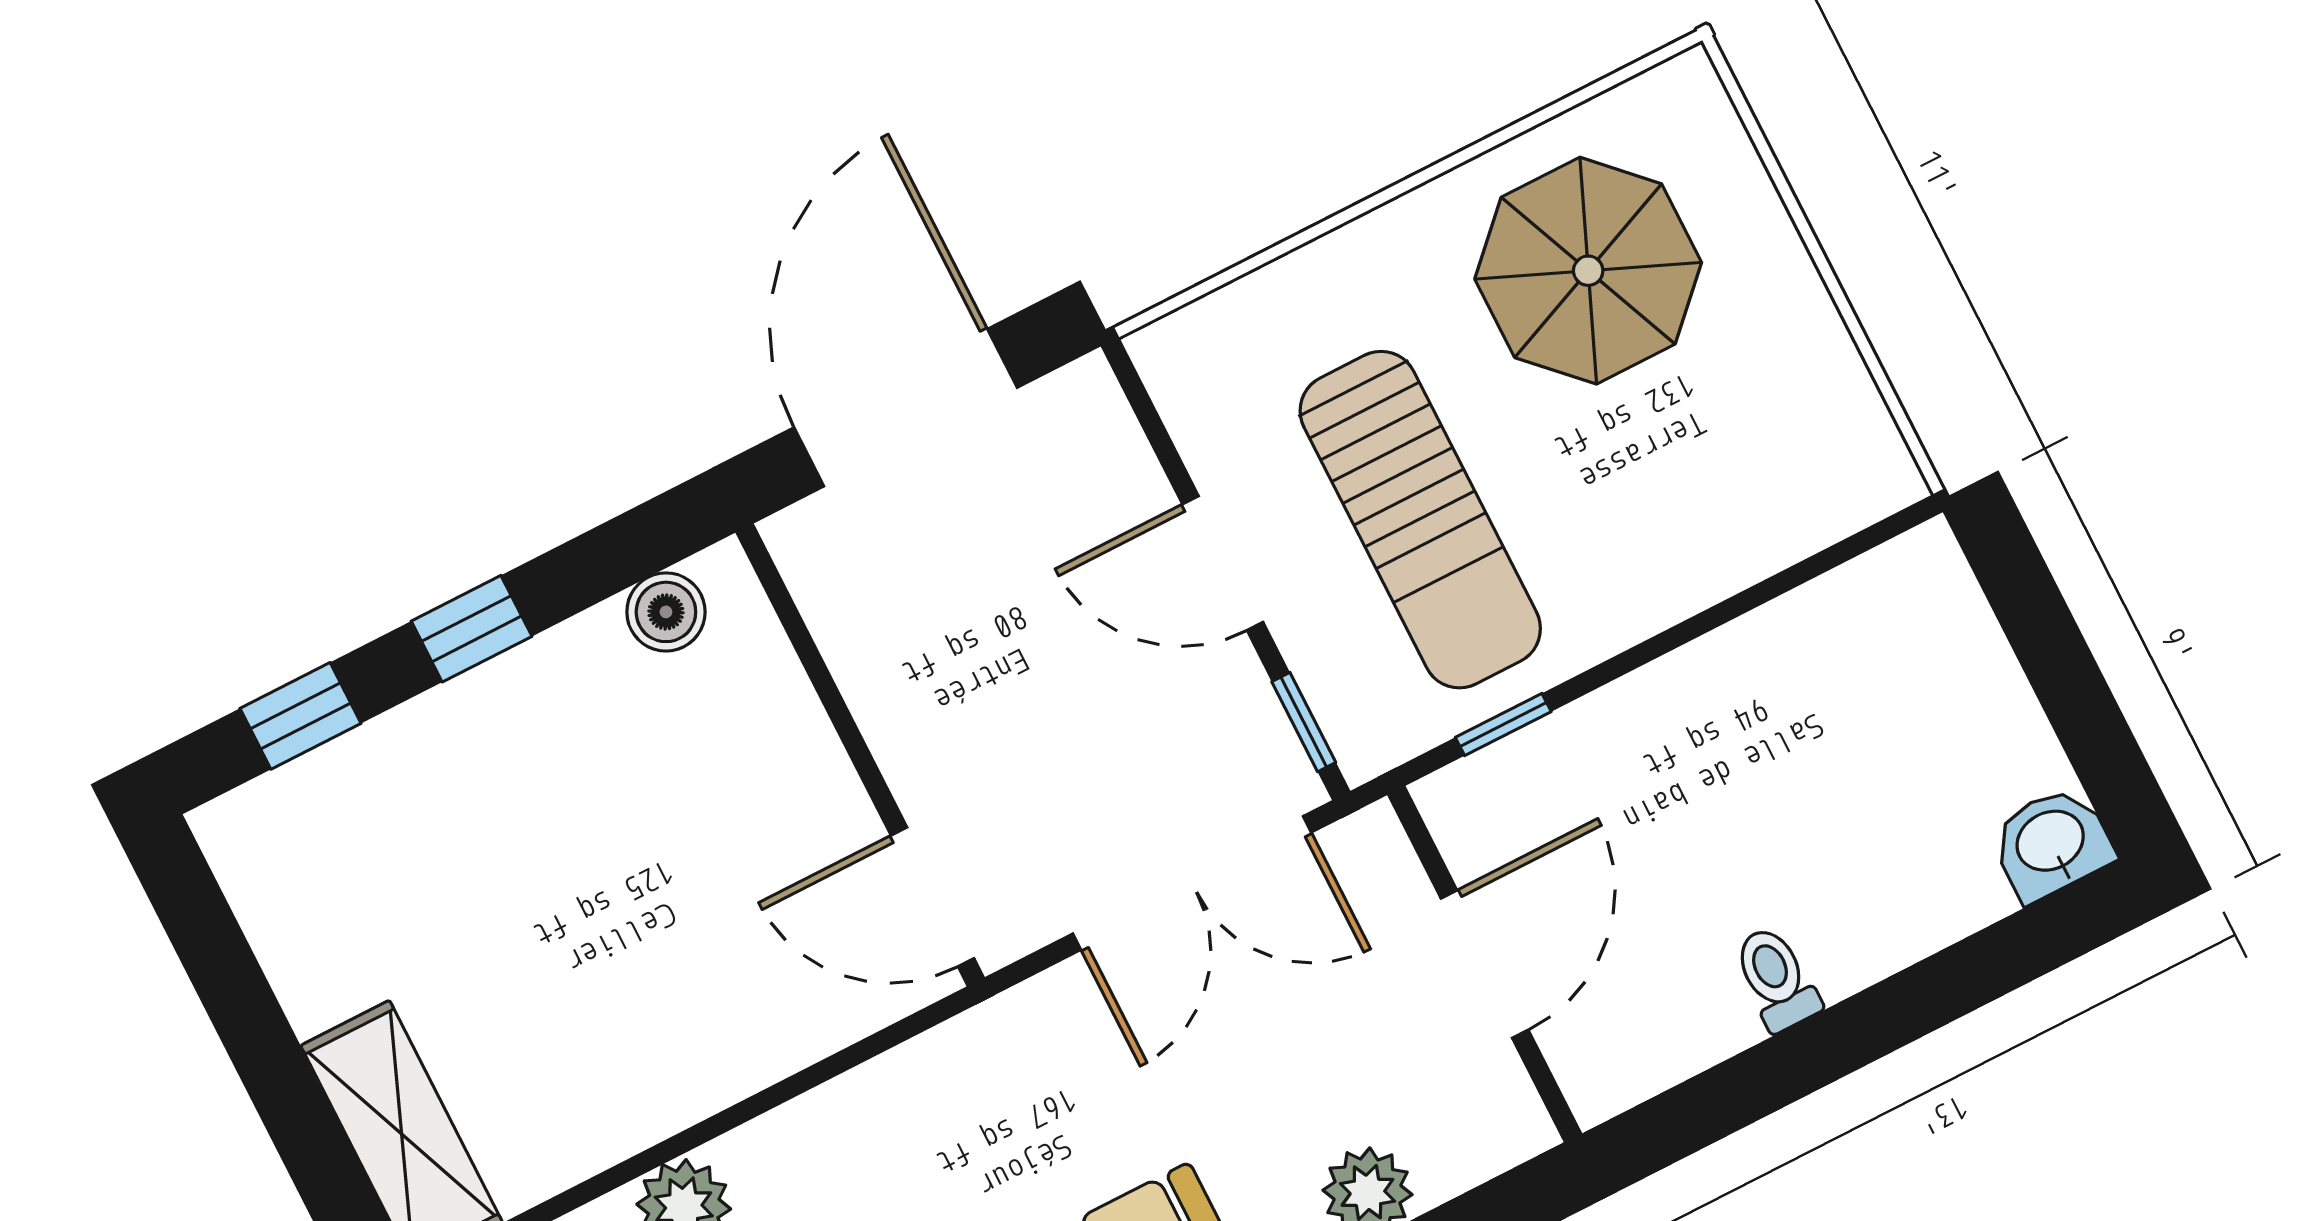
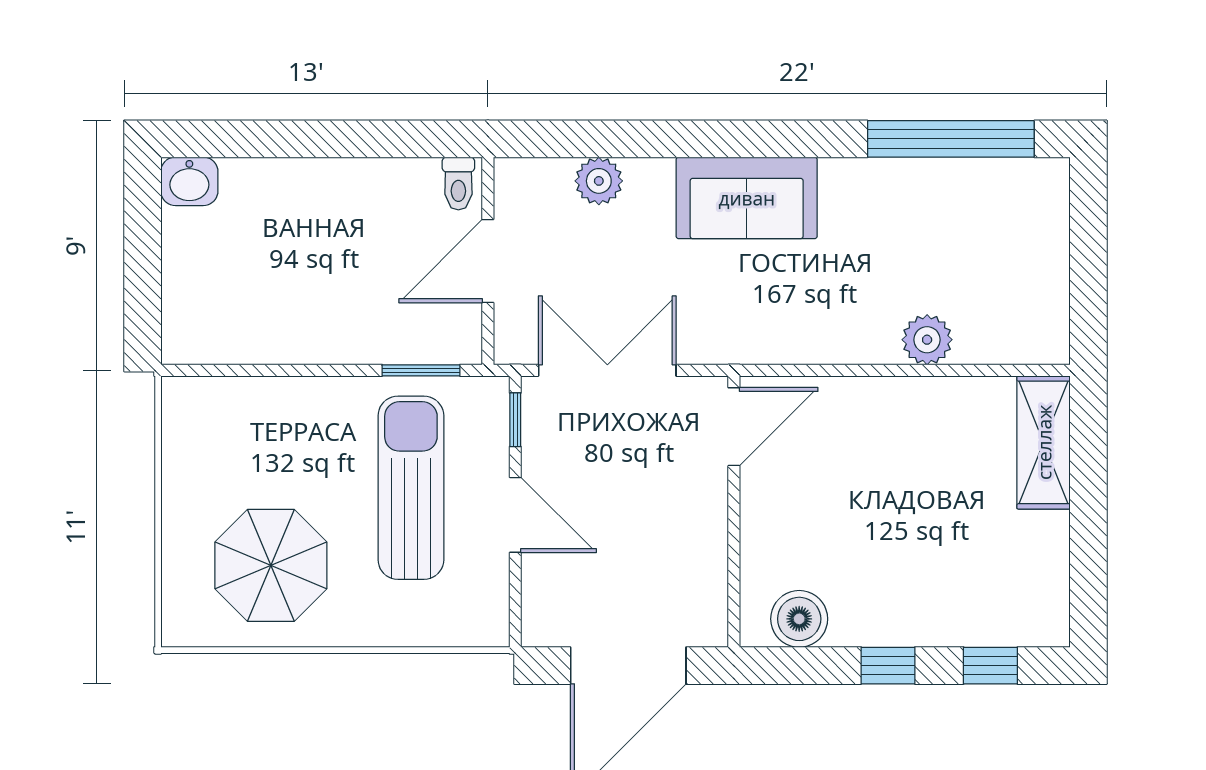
boiler: (666, 612) -> (799, 619), width x1.36, depth x1.36
window: (1503, 725) -> (421, 370), width x1.50
door: (932, 897) -> (734, 427), hinge flipped
toilet: (1776, 979) -> (458, 184), moved

